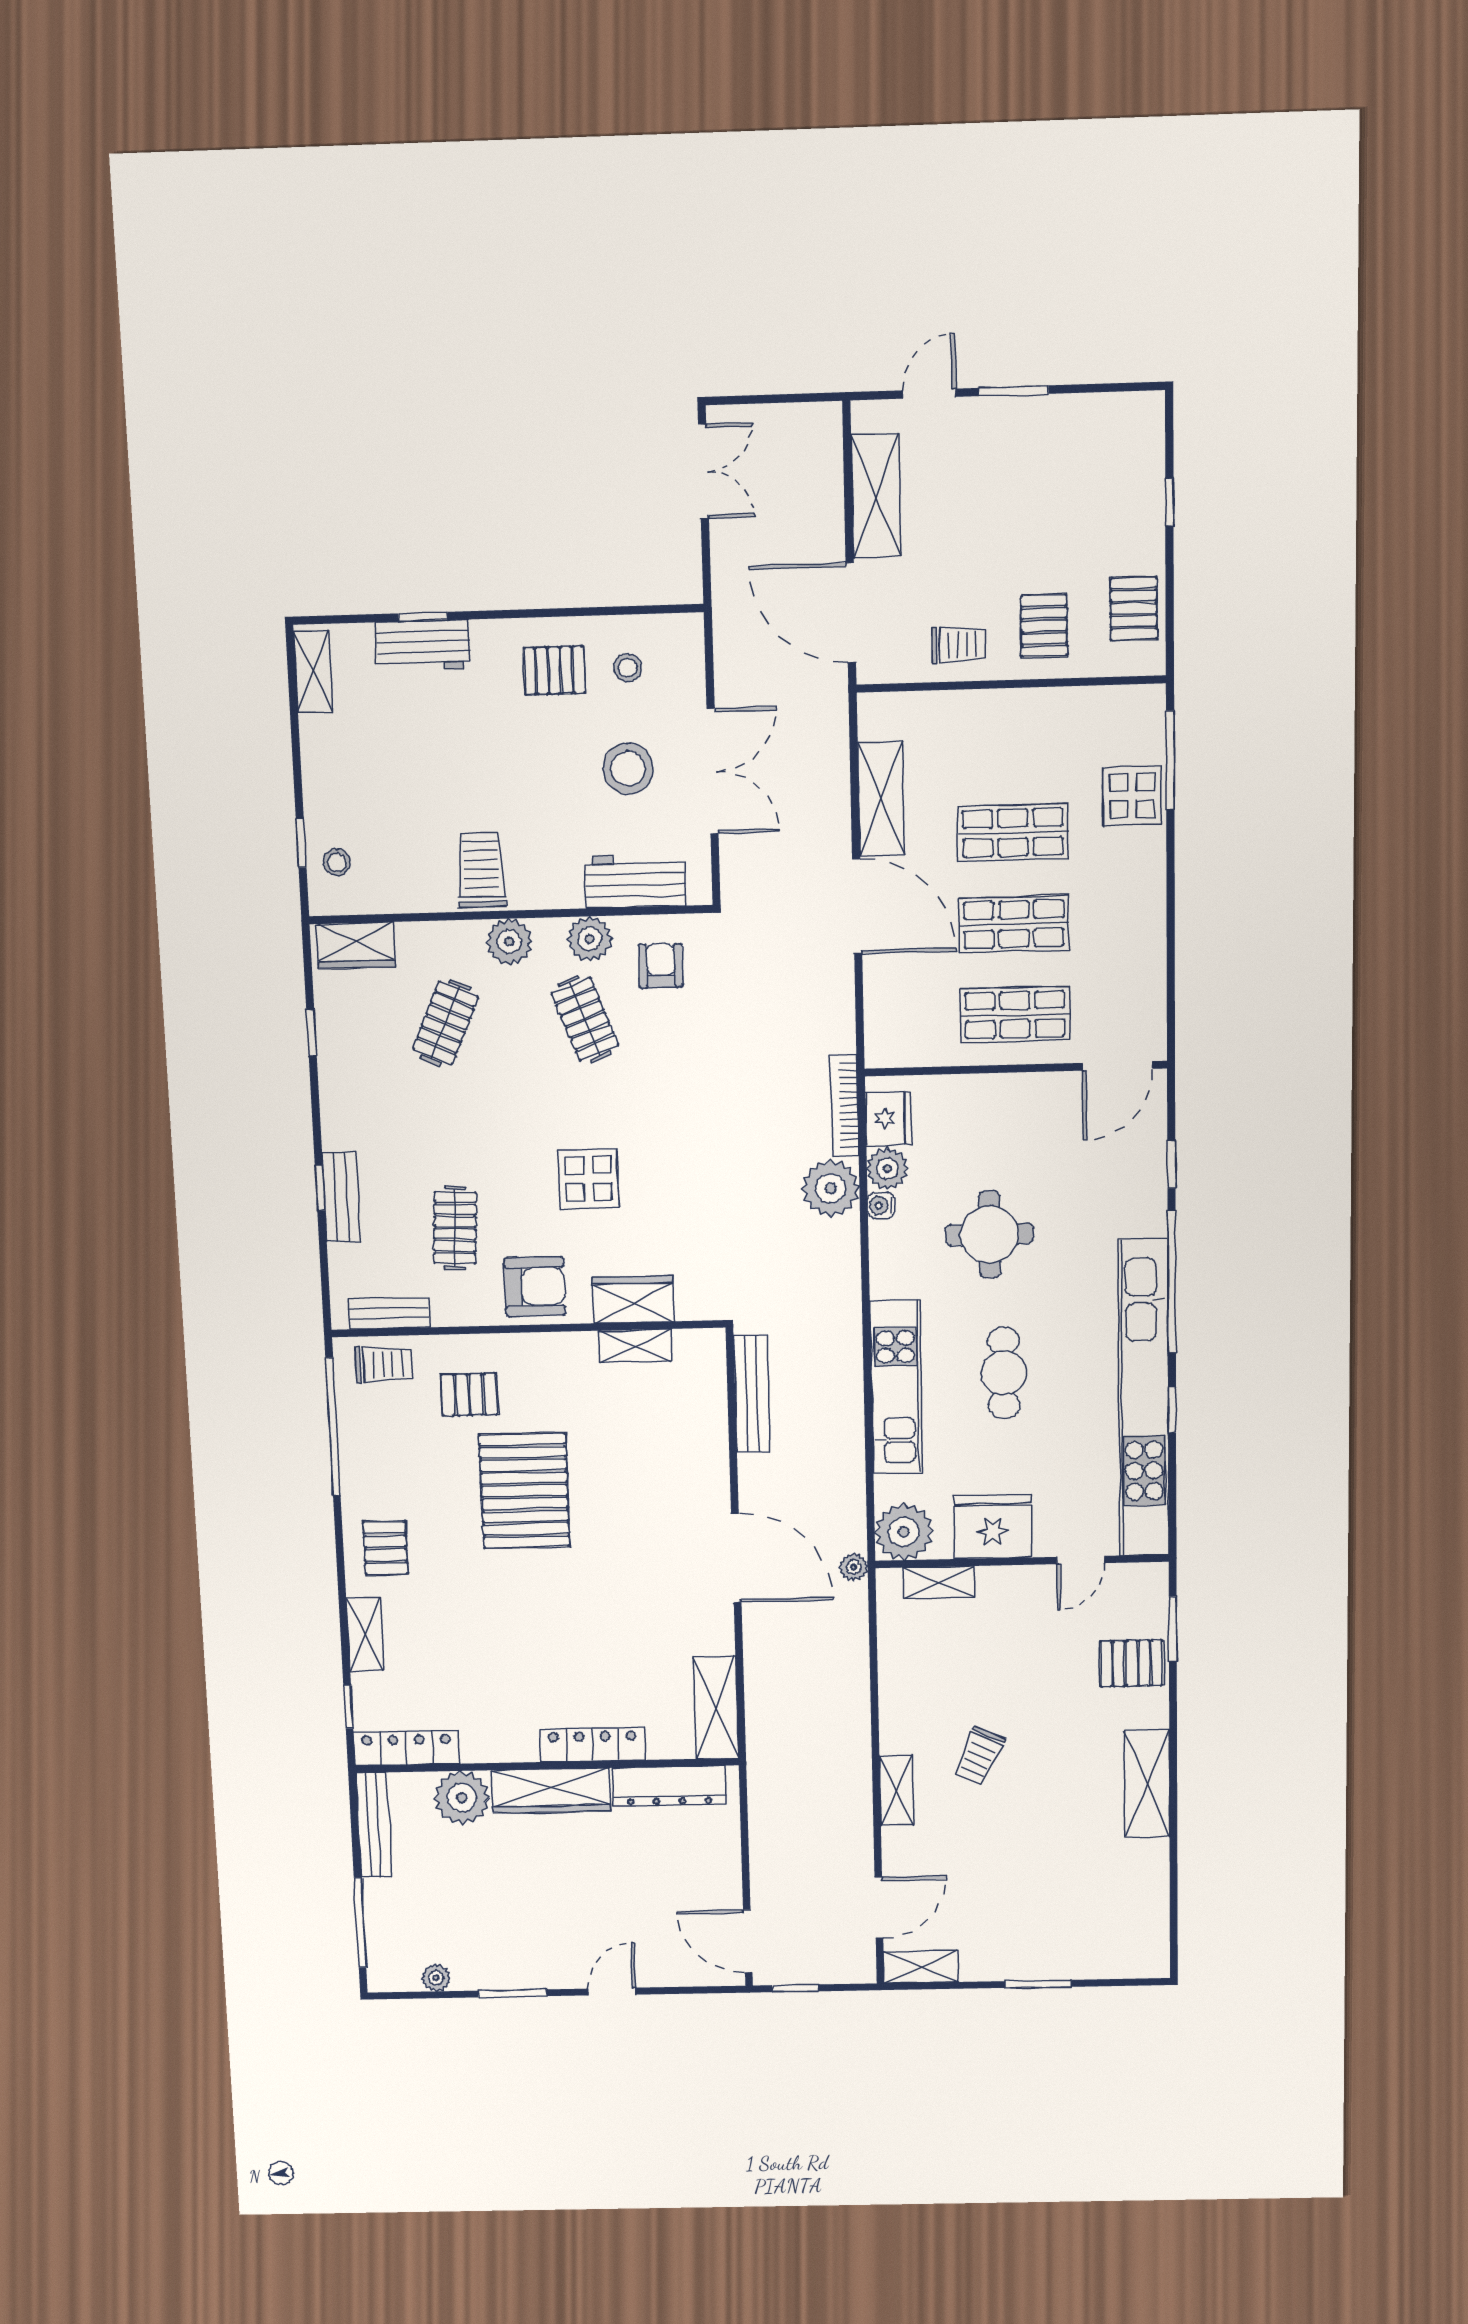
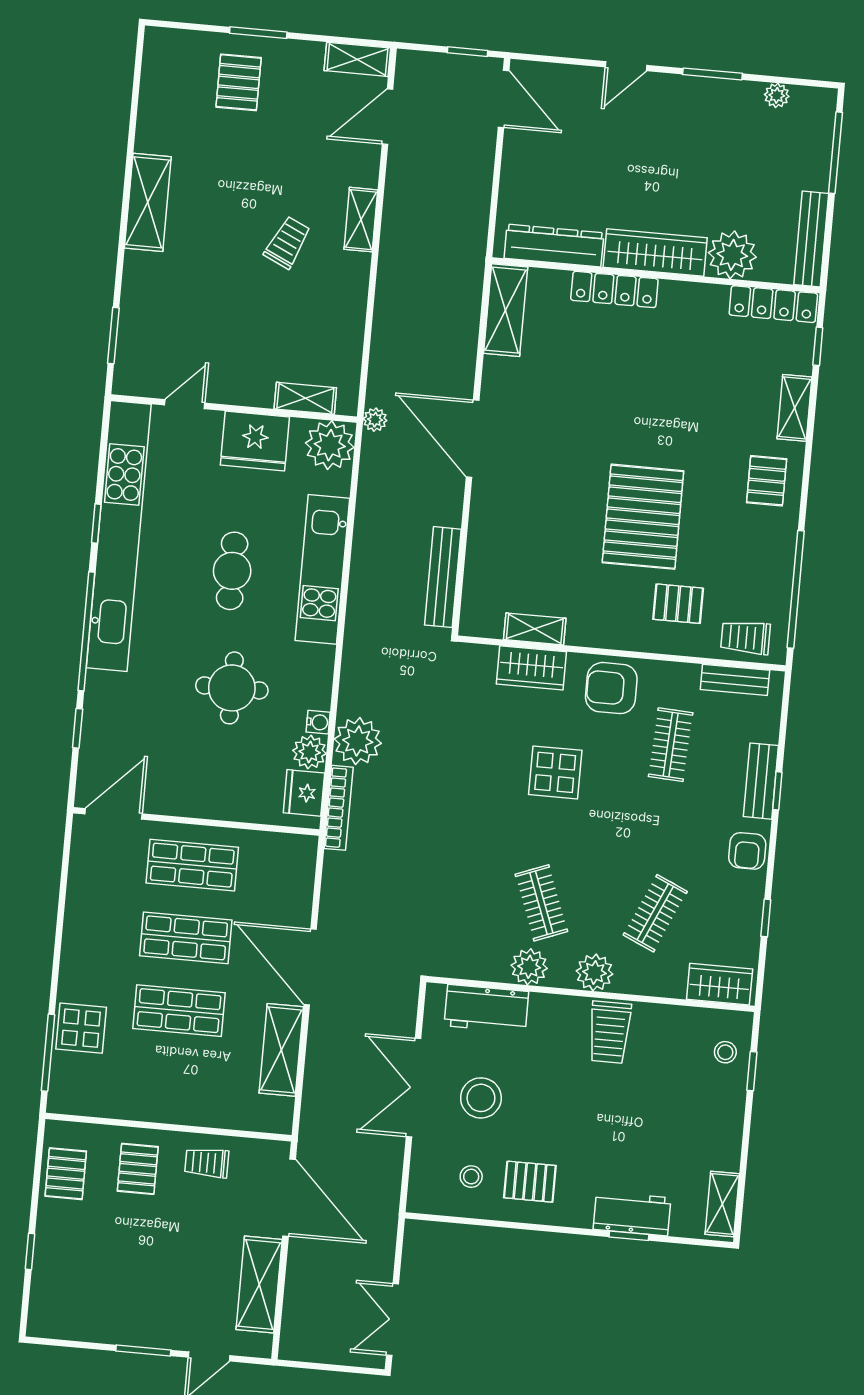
armchair: (661, 966) -> (747, 851), moved
pallet: (1131, 1663) -> (239, 82), moved, turned 90

